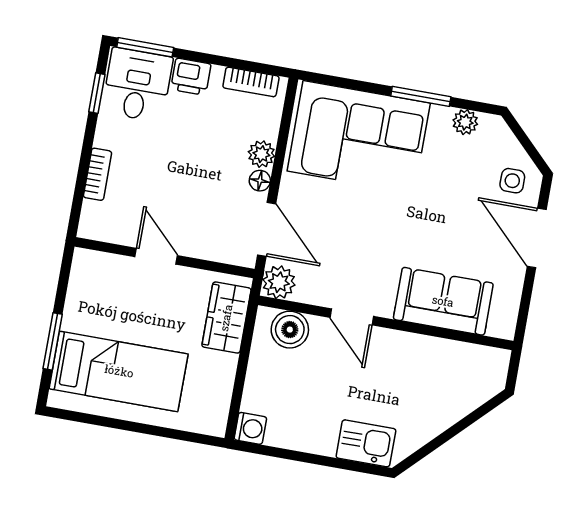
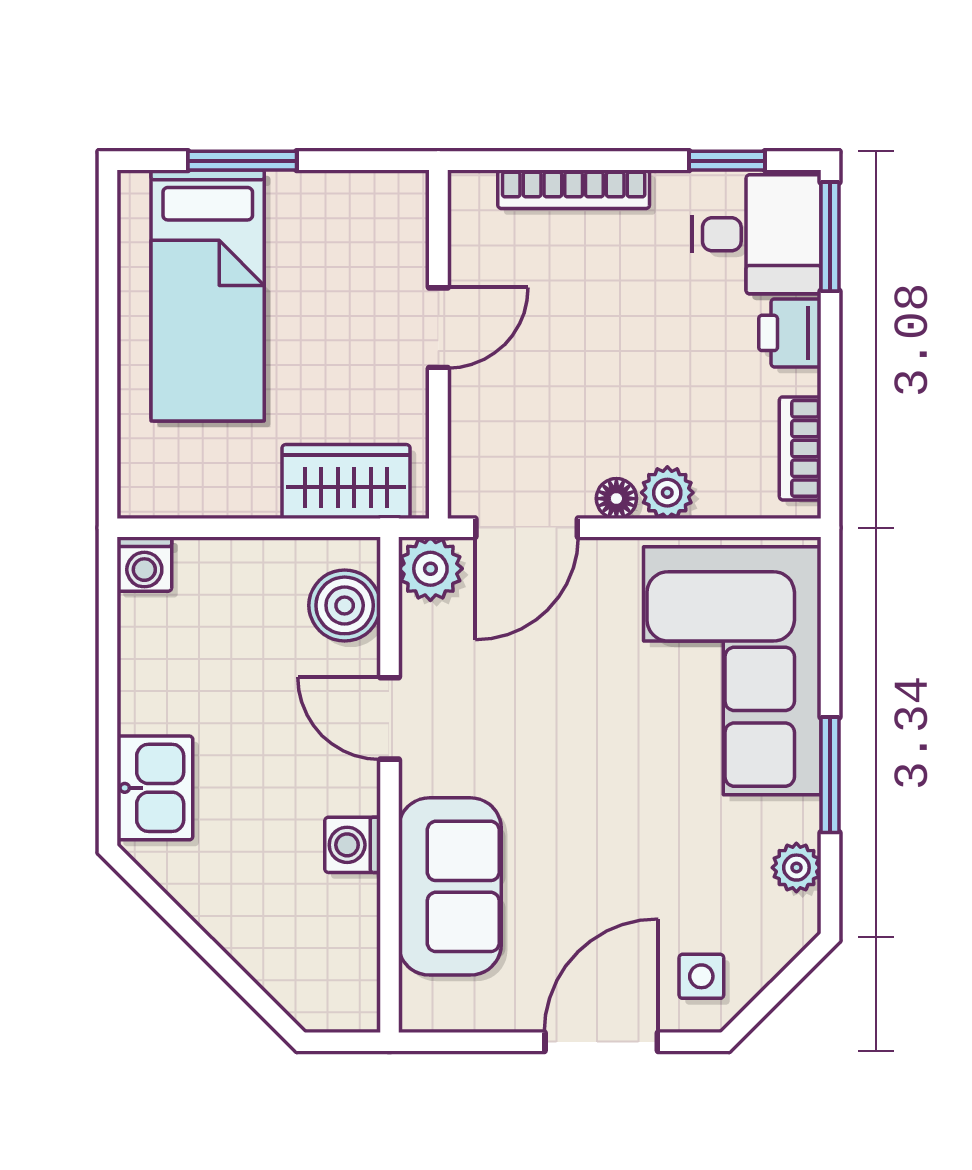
bookcase: (98, 174) -> (574, 189), width x1.56
door: (352, 317) -> (389, 718), hinge flipped
washing machine: (413, 347) -> (353, 845), added

